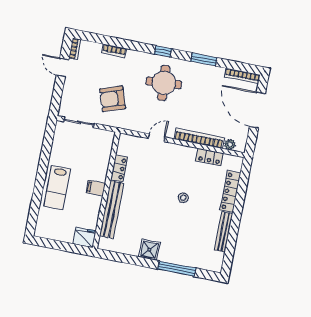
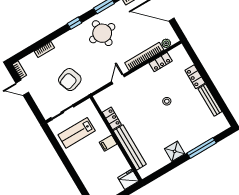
round table: (164, 83) -> (102, 33), moved
lab bench: (57, 188) -> (77, 133), moved, turned 90
locker: (230, 191) -> (195, 77), width x0.66

